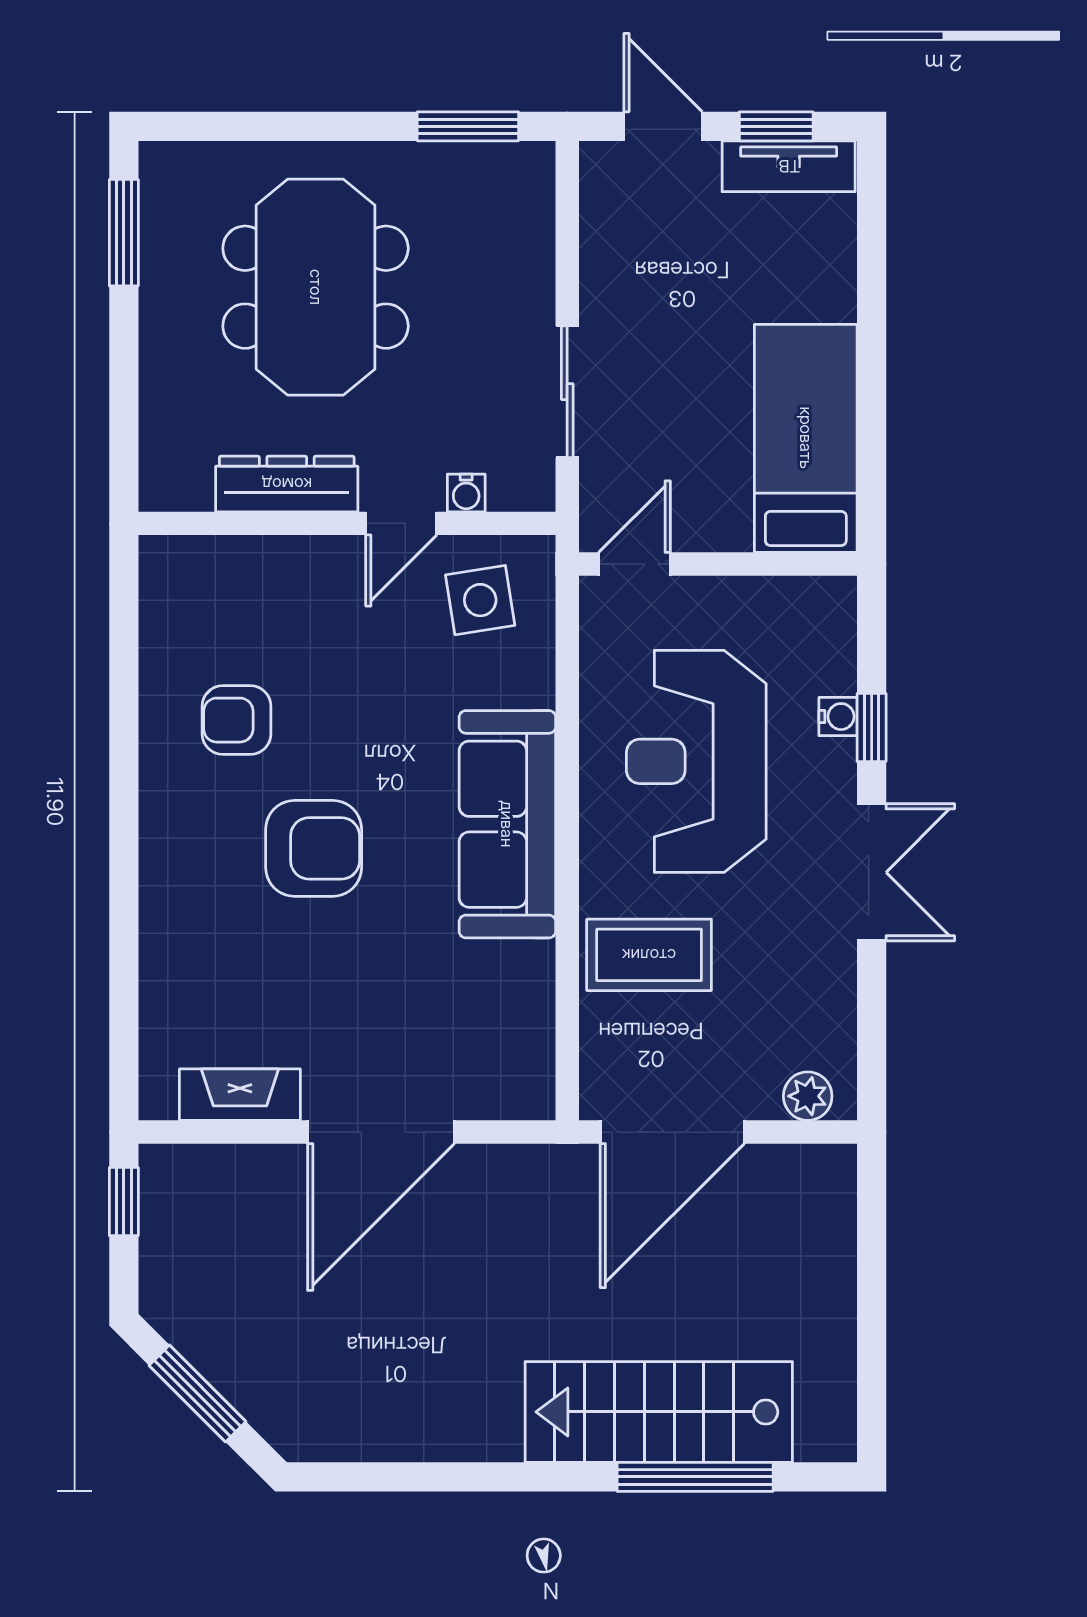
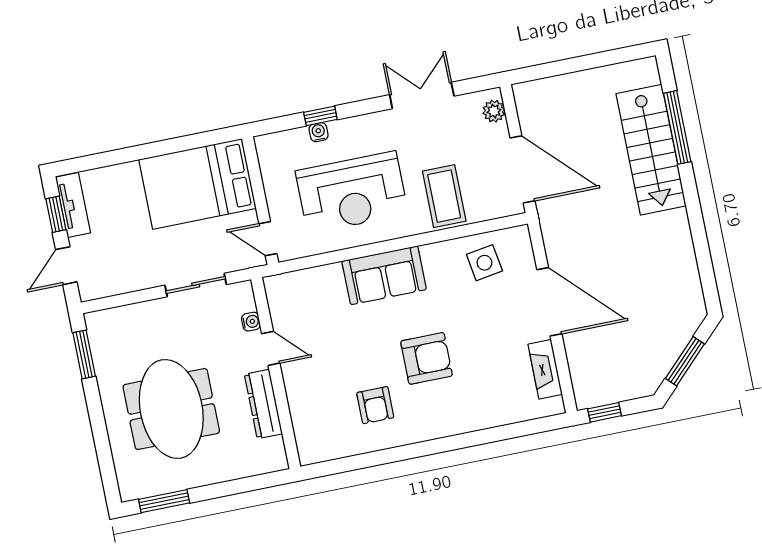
meeting table: (316, 287) -> (171, 409), turned 90
bed: (806, 438) -> (197, 184), width x1.50
side table: (480, 600) -> (484, 263), moved
sofa: (507, 824) -> (384, 275), width x0.73
armchair: (314, 848) -> (427, 358), turned 90
double door: (872, 872) -> (422, 95), moved

